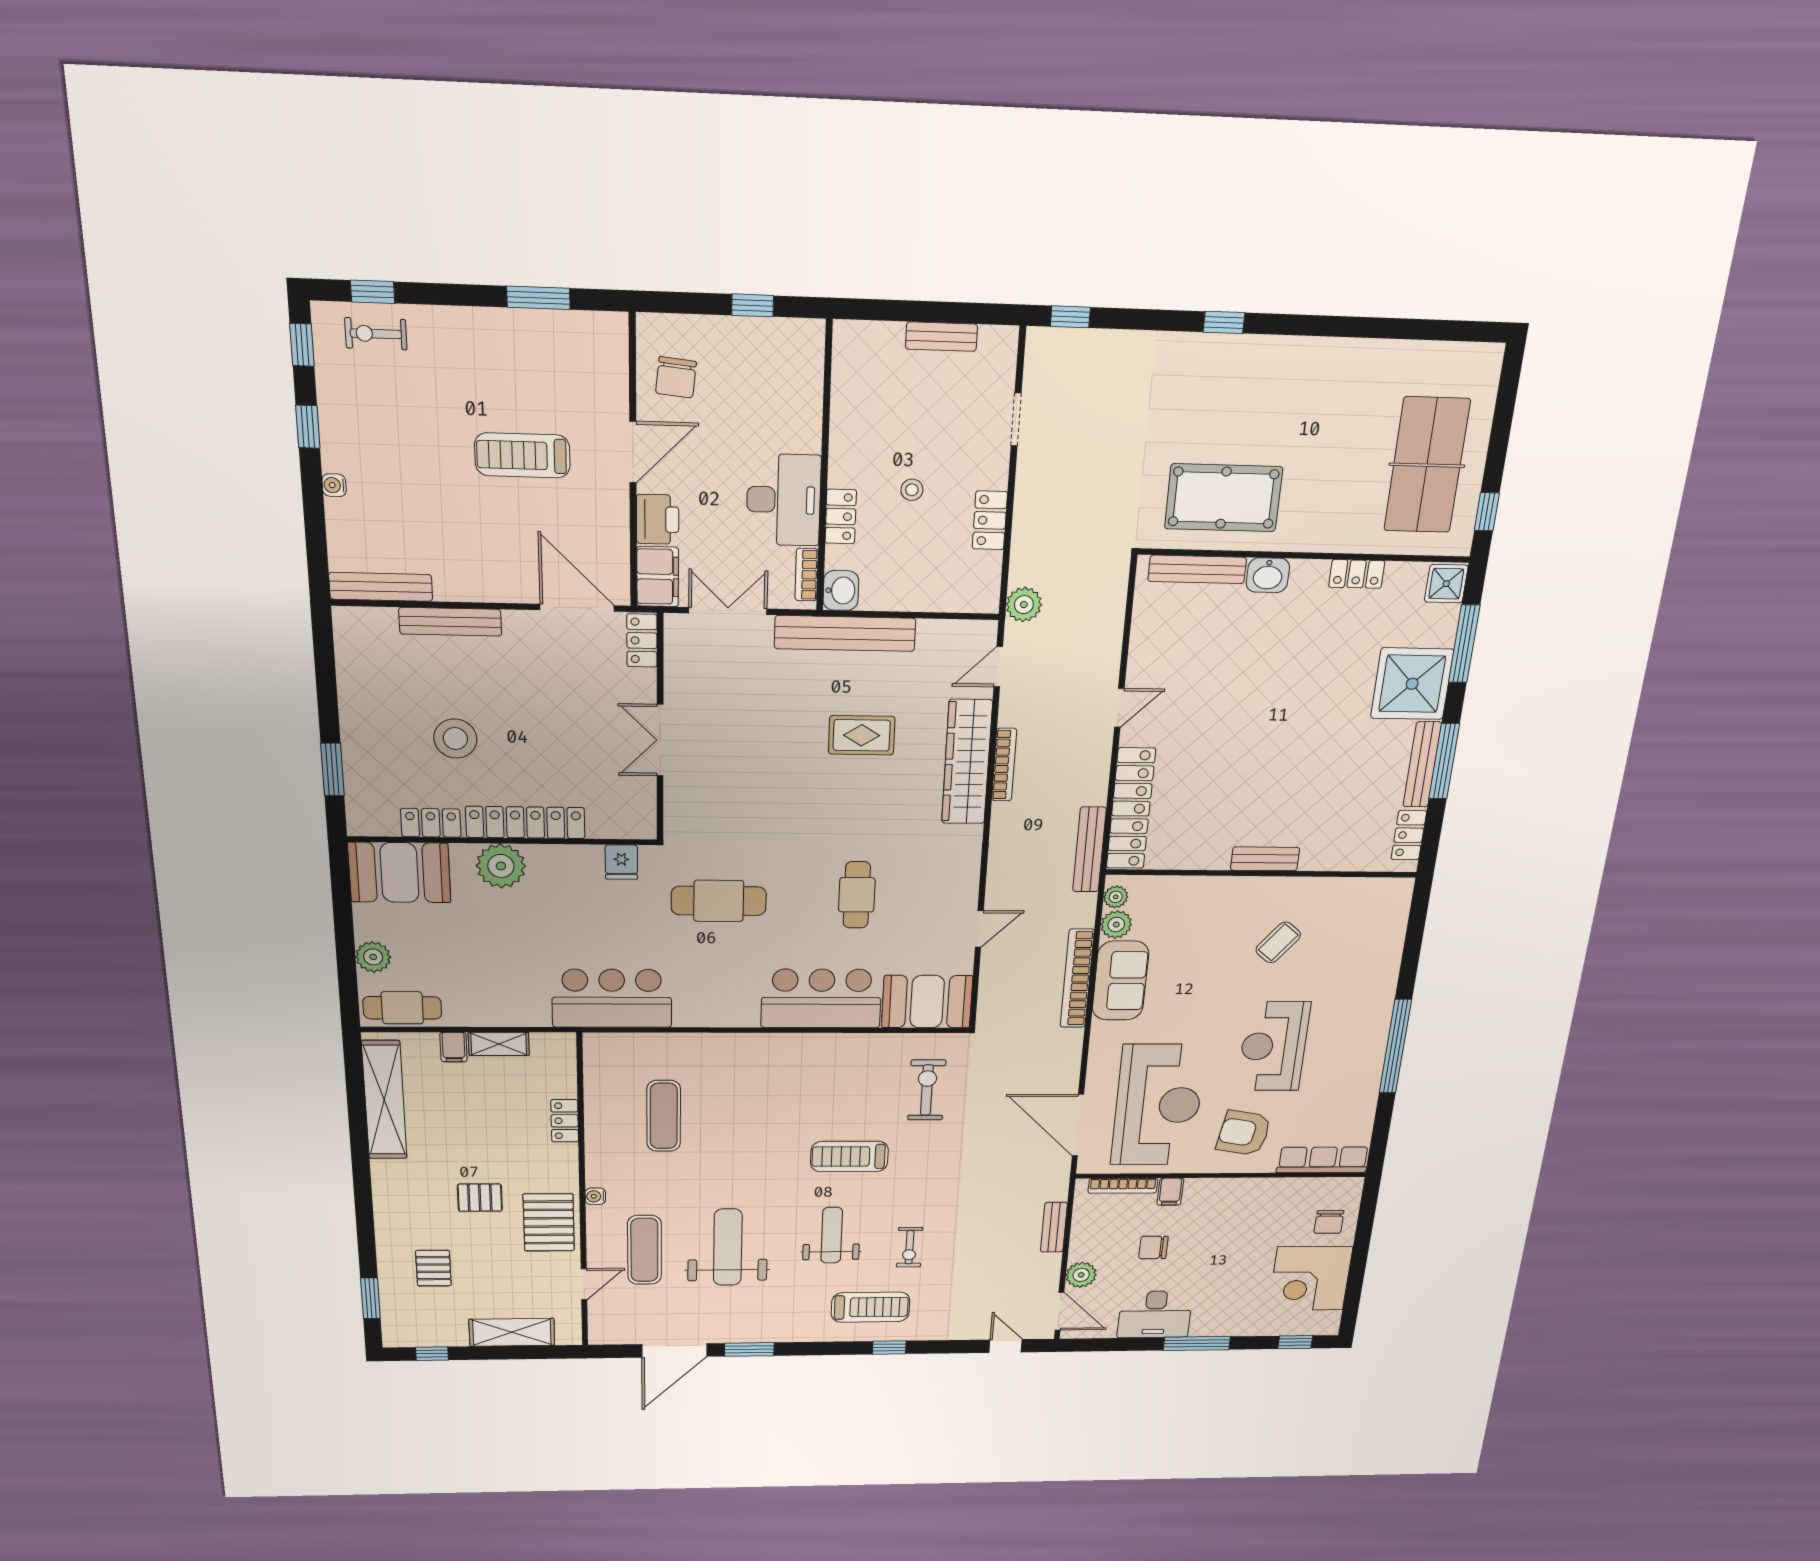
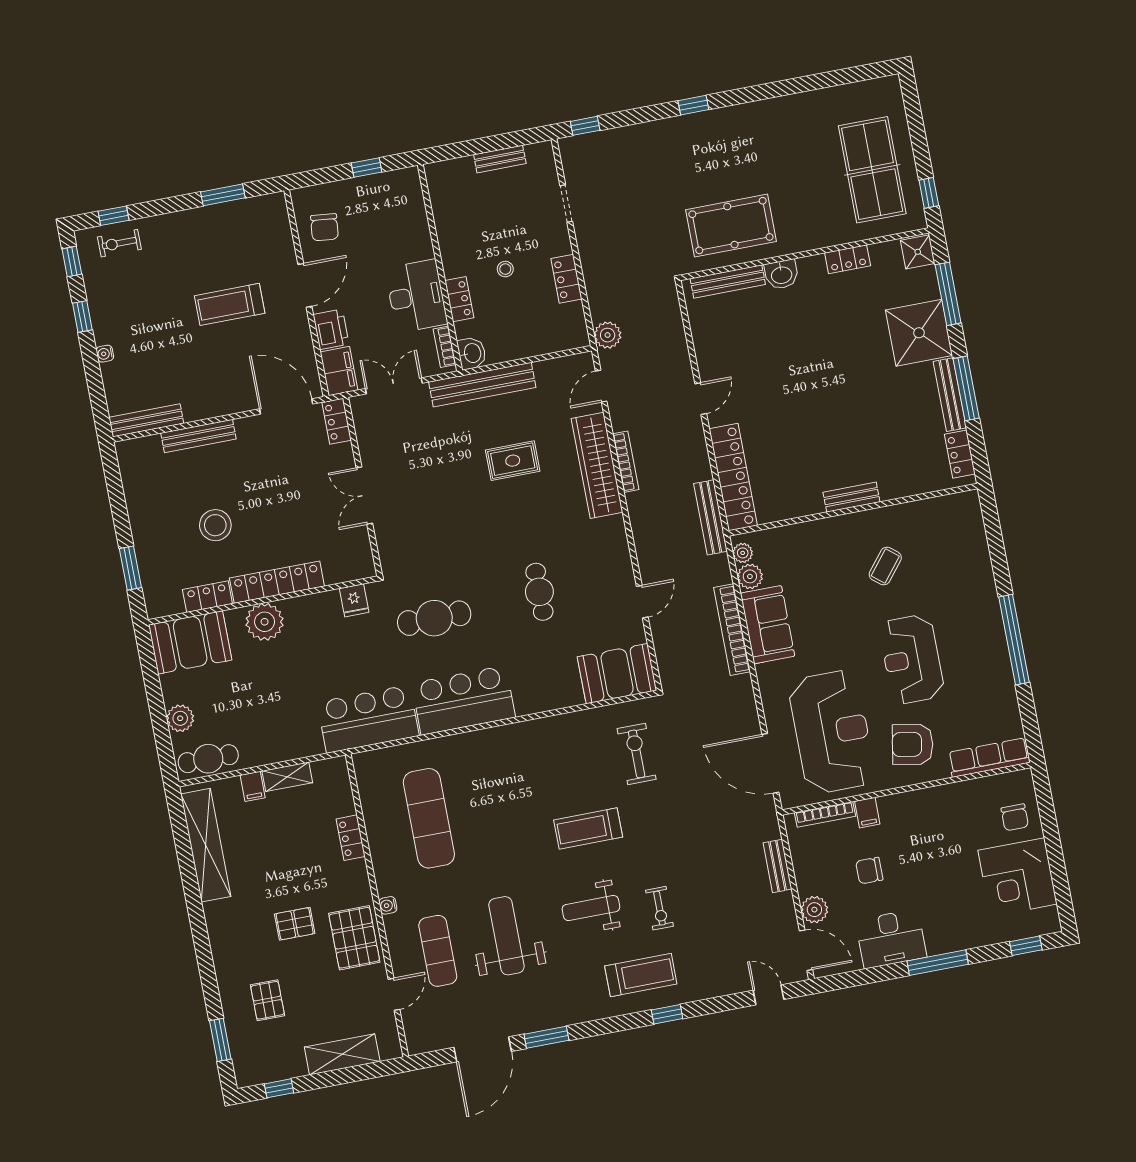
bar counter: (821, 998) -> (463, 700), moved
exercise mat: (664, 1116) -> (429, 818), width x1.36, depth x1.45
weight bench: (832, 1235) -> (591, 908), turned -90

